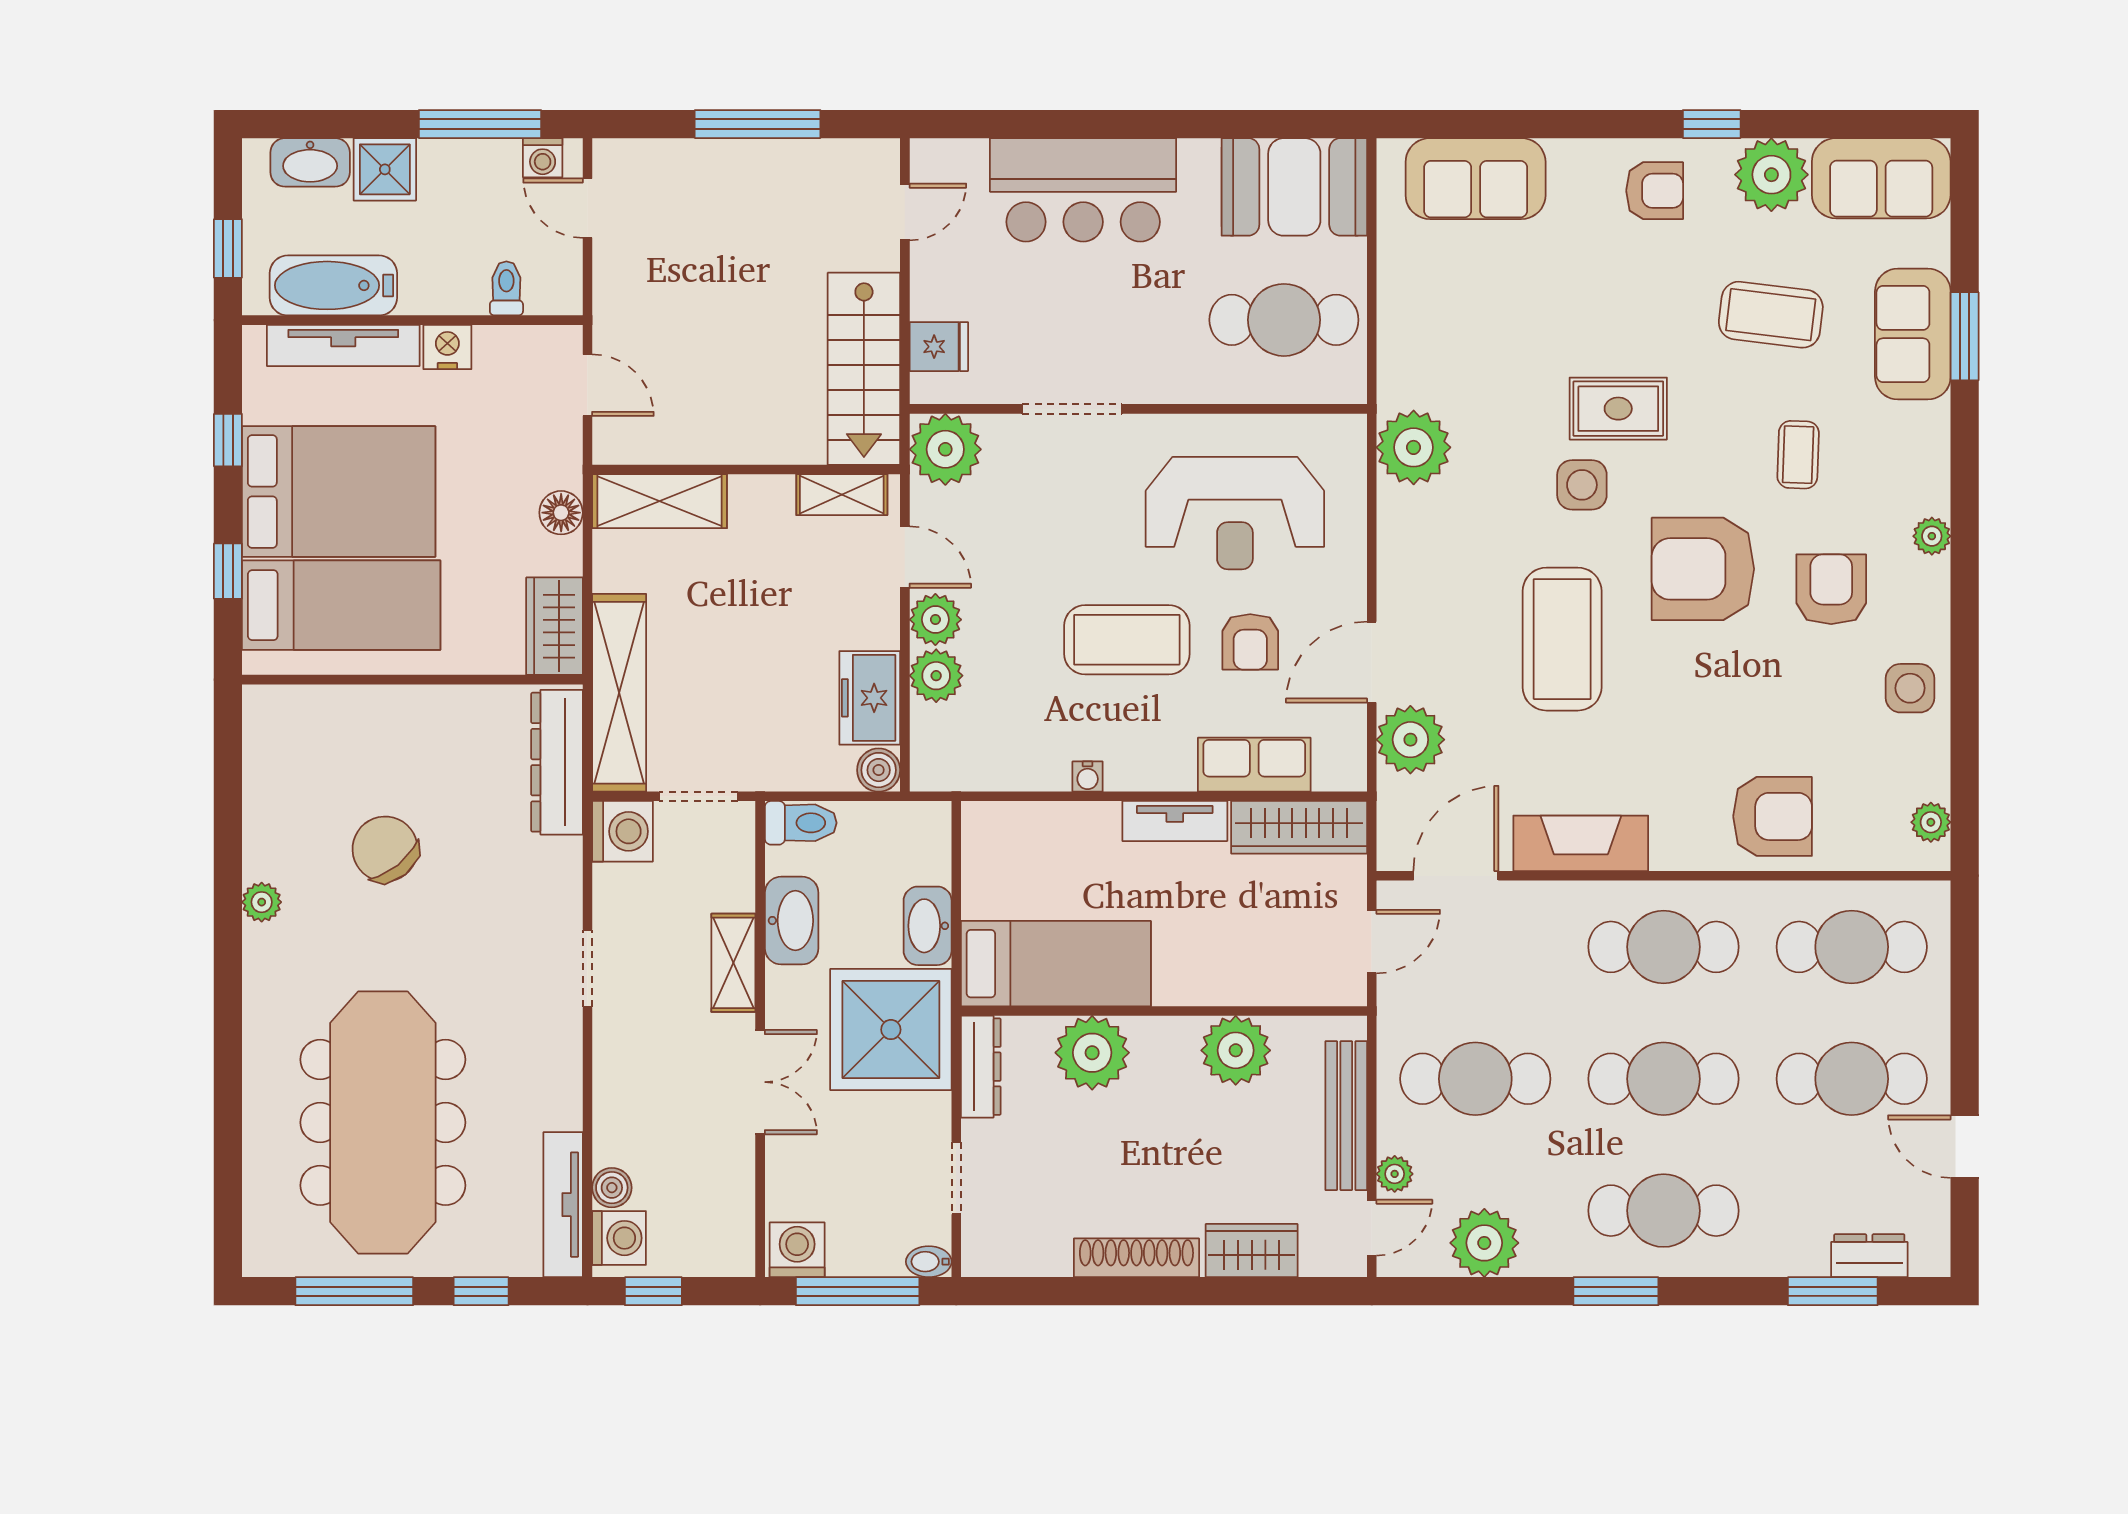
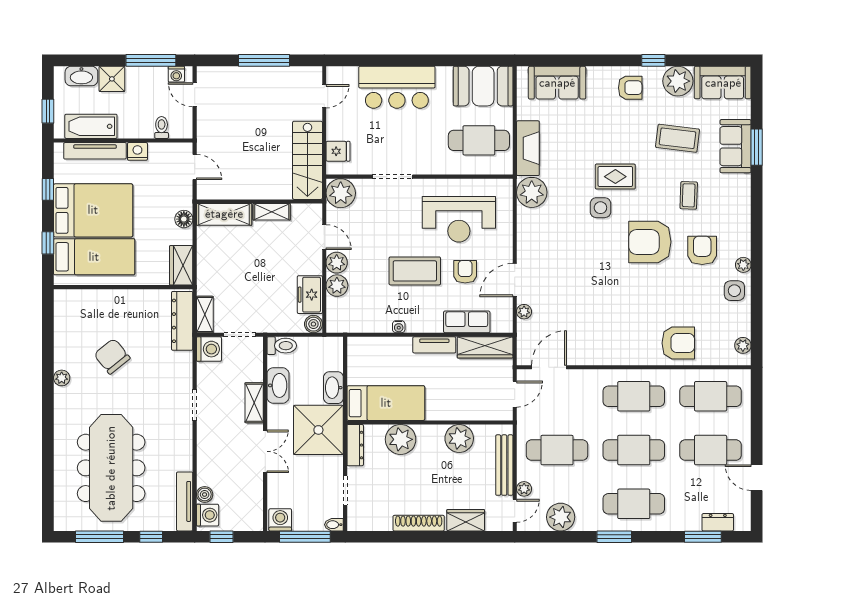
shelving: (842, 495) -> (272, 212), moved
plant: (1932, 536) -> (743, 265), moved
coffee table: (1562, 639) -> (592, 271), removed
armchair: (1250, 642) -> (465, 272), turned 180
shelving: (619, 693) -> (205, 315), width x0.45, depth x0.75
plant: (1410, 740) -> (524, 312), width x0.53, depth x0.53
fireplace: (1581, 843) -> (528, 148), moved, turned 90

